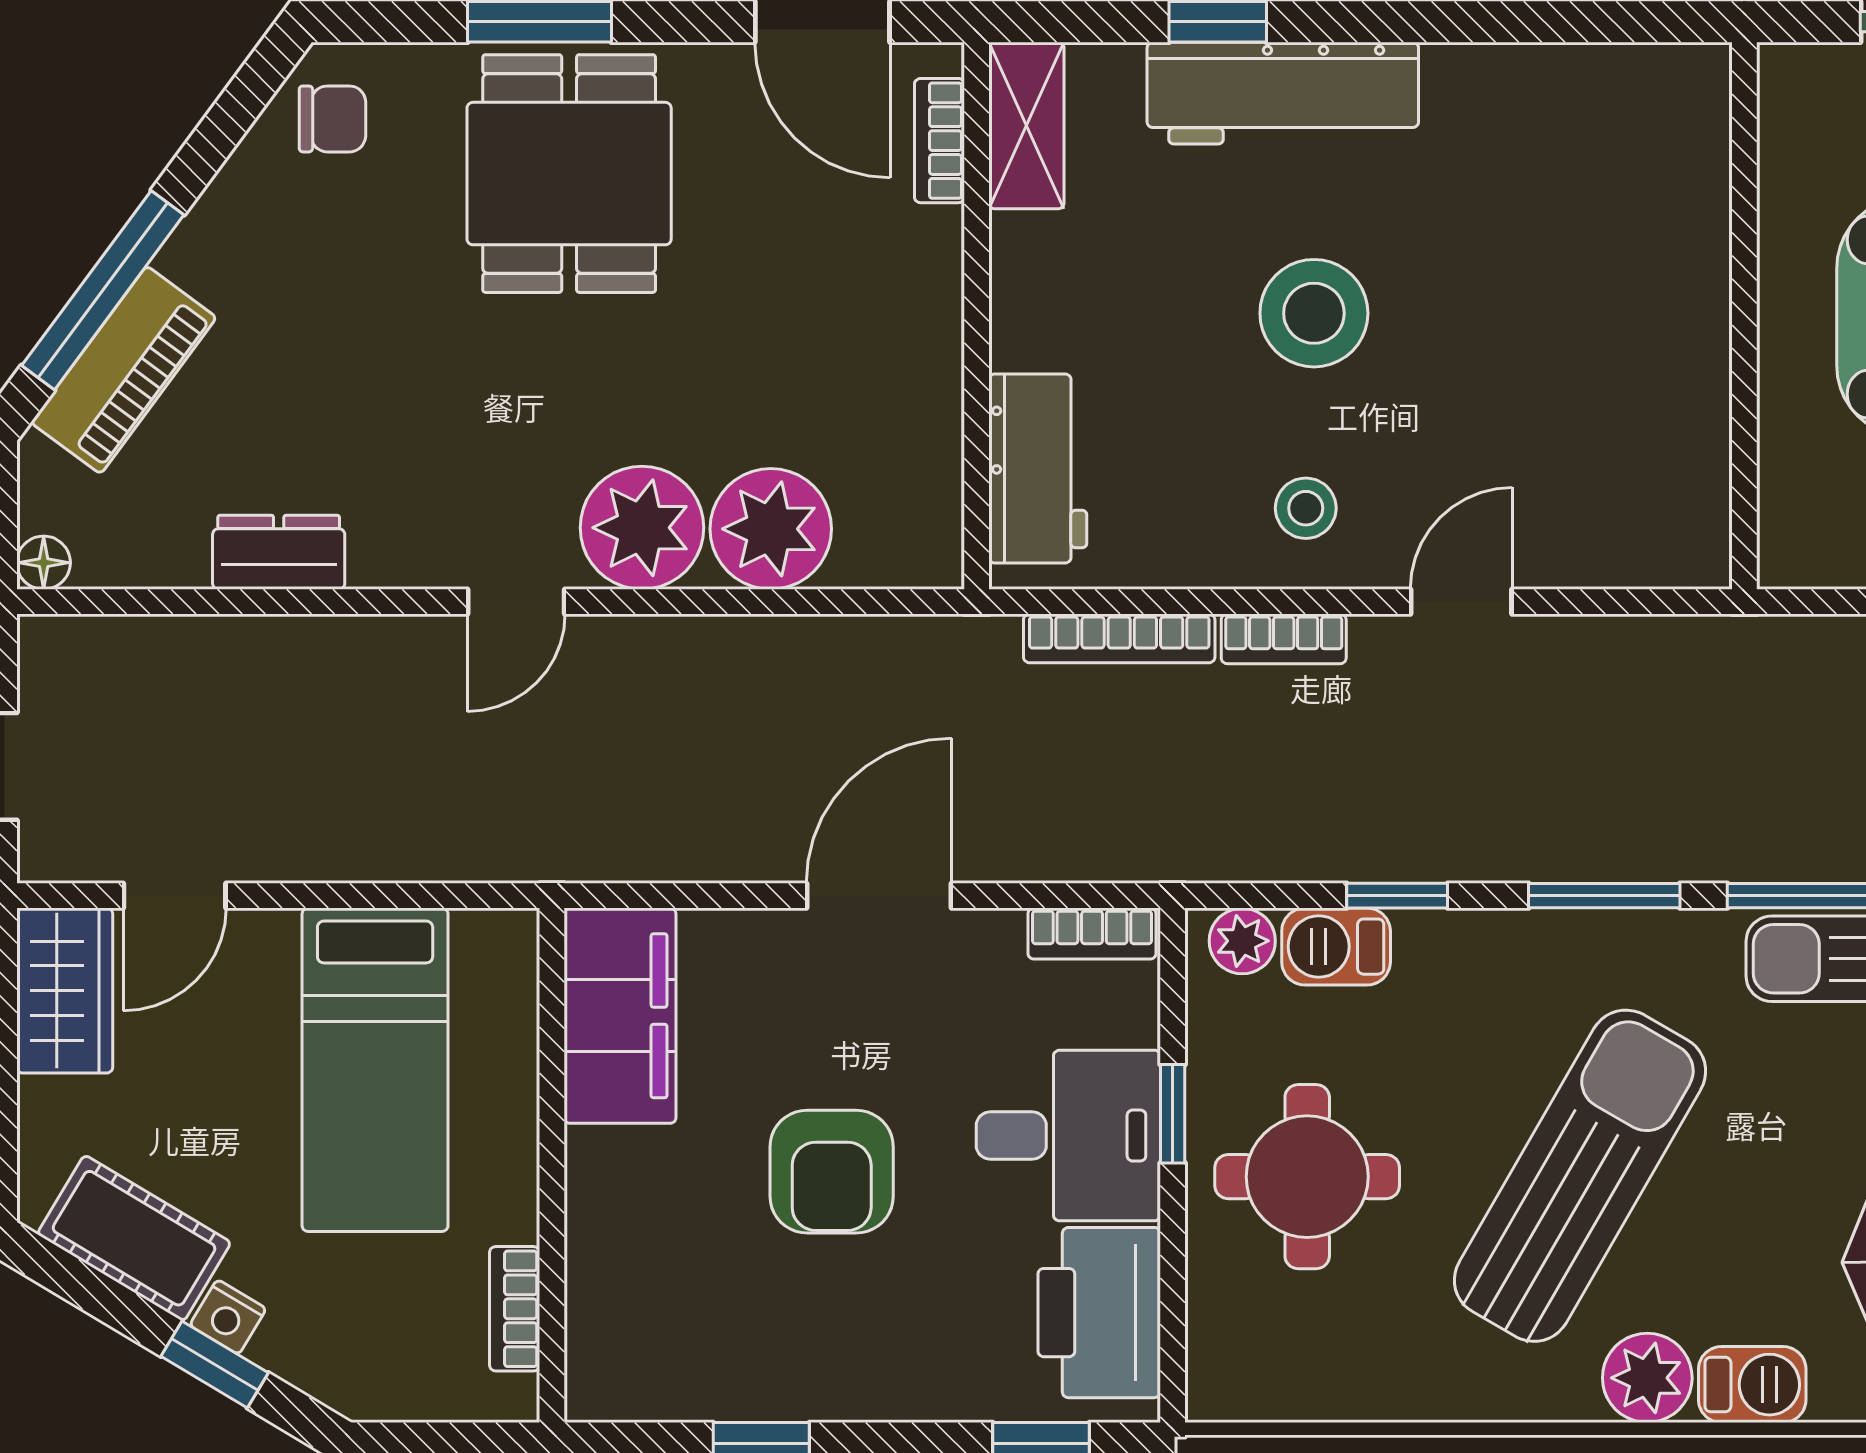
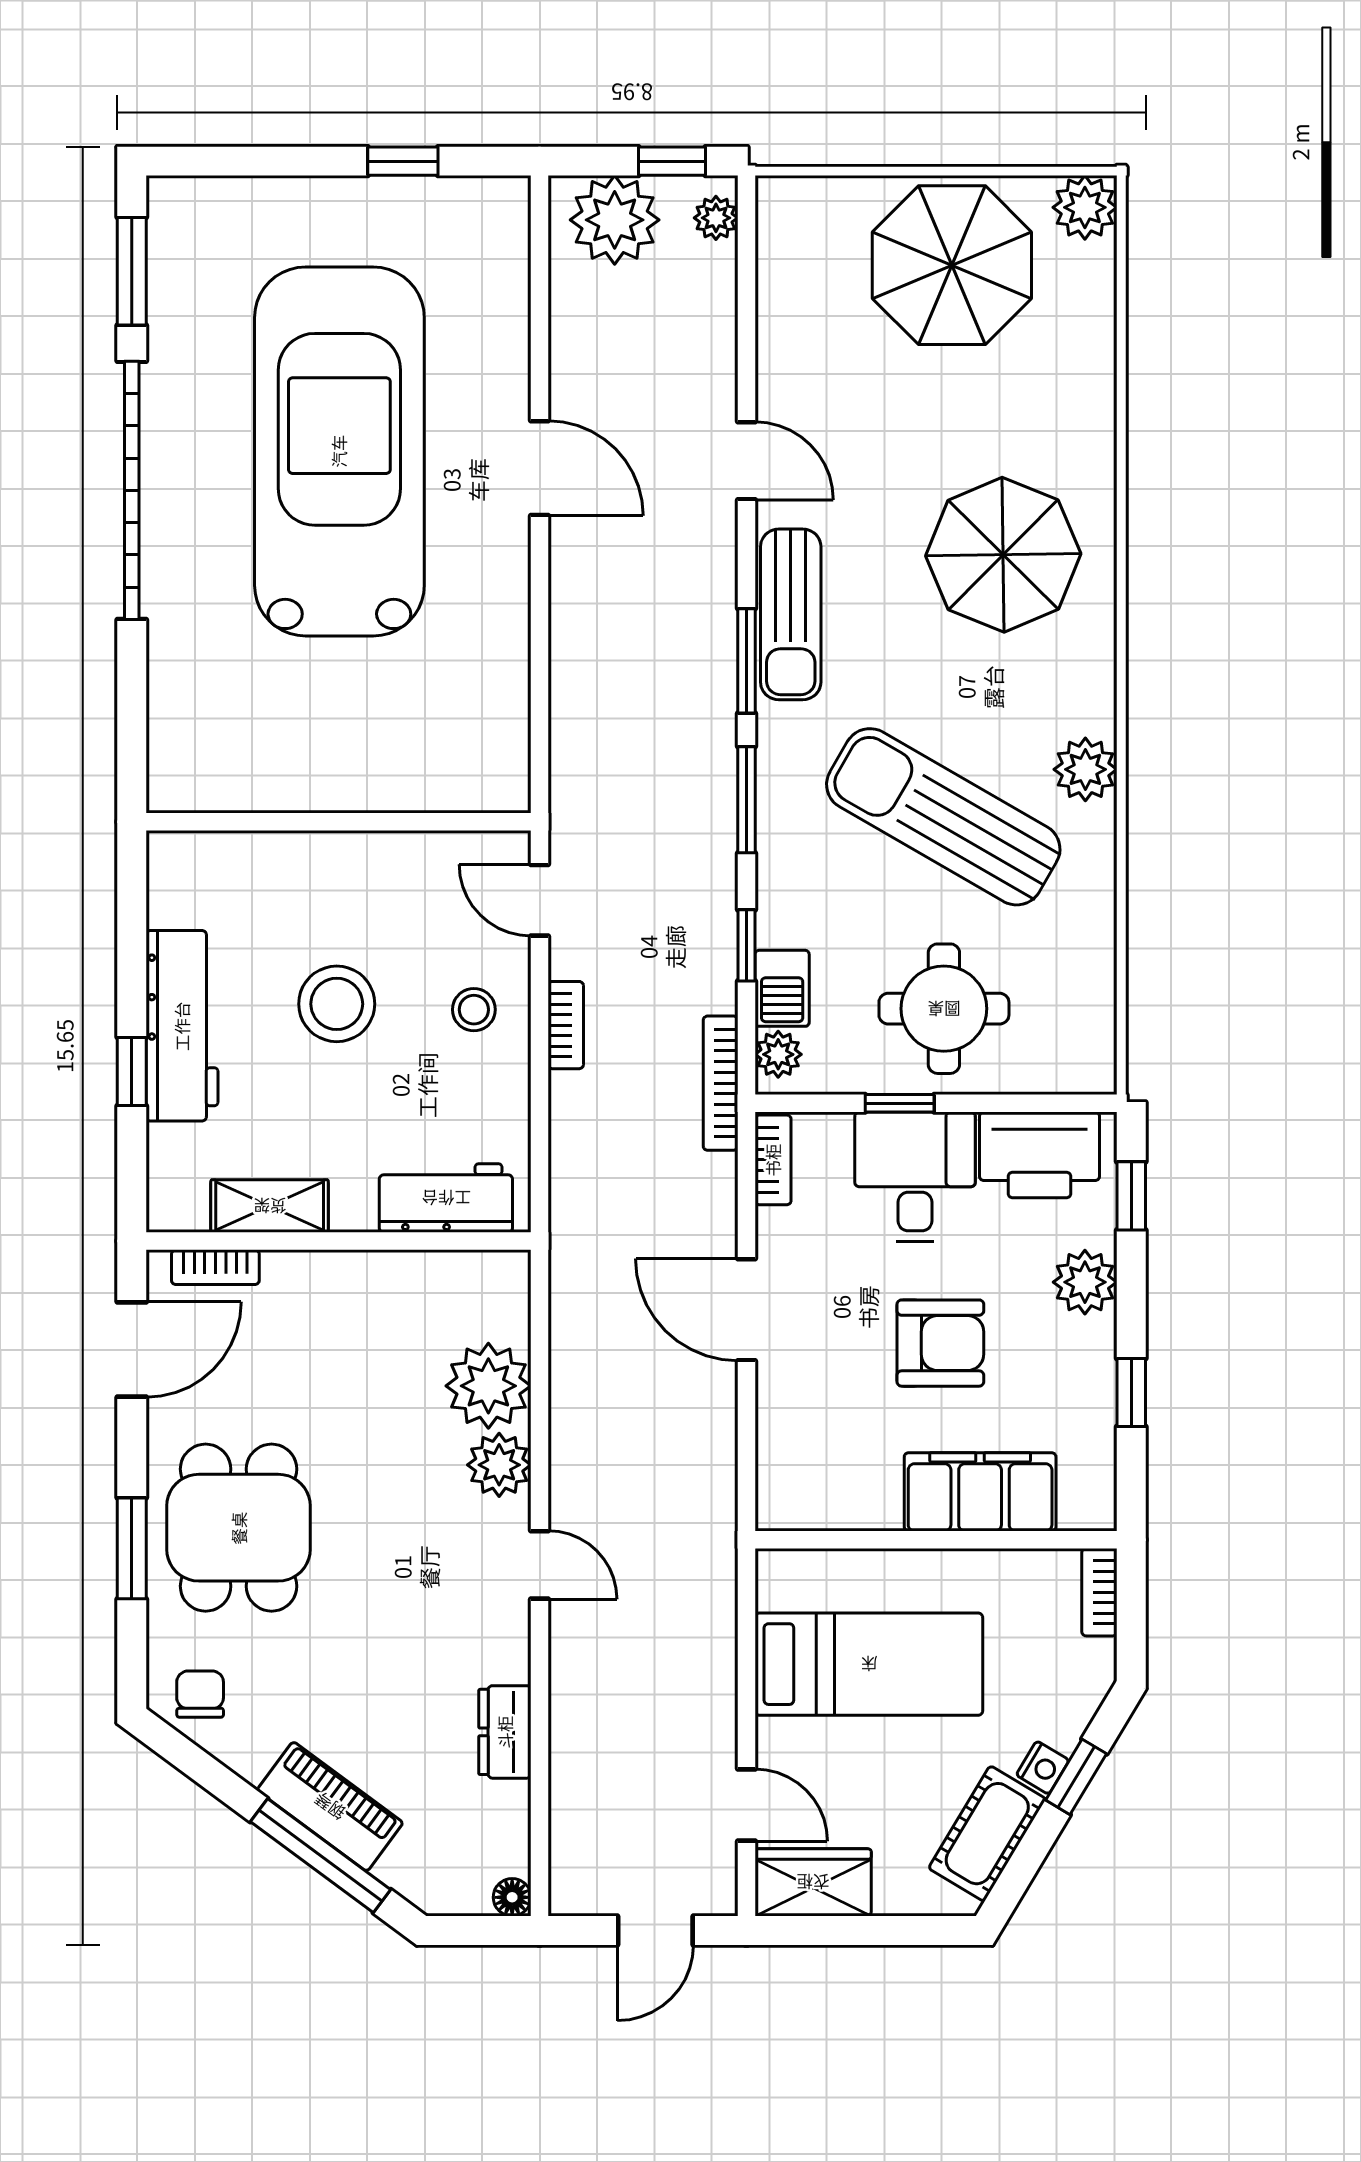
shelving: (1026, 126) -> (270, 1206), moved
dining table: (569, 174) -> (239, 1528), turned 90
wall: (1744, 316) -> (339, 822), moved
piano: (124, 370) -> (330, 1806), moved
plant: (642, 528) -> (499, 1465), width x0.73, depth x0.73
bookcase: (1119, 638) -> (721, 1083), moved, turned 180
filing cabinet: (620, 1016) -> (980, 1492), moved
bookcase: (515, 1309) -> (1099, 1592), moved, turned 90
plant: (918, 1377) -> (1085, 1282), added
barbecue: (1752, 1385) -> (1090, 696), removed

